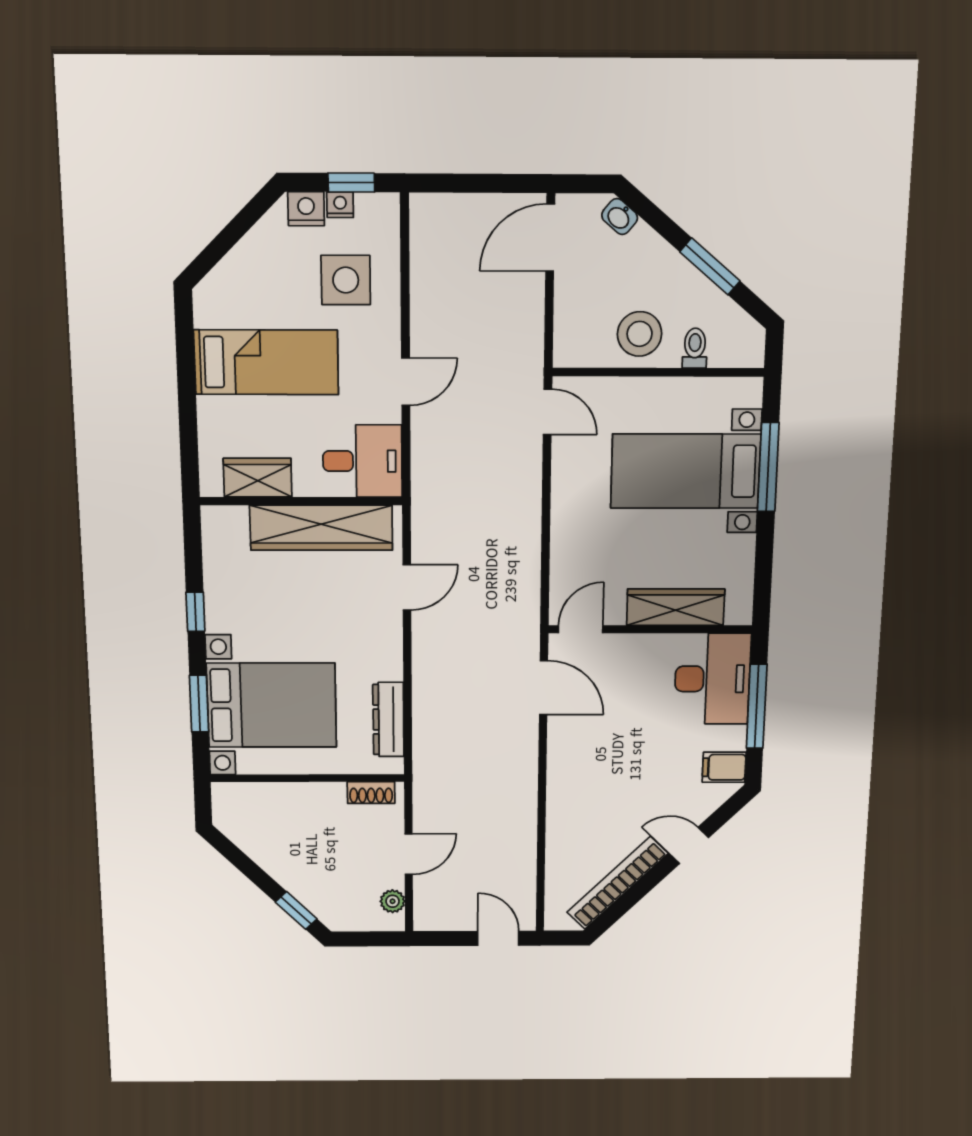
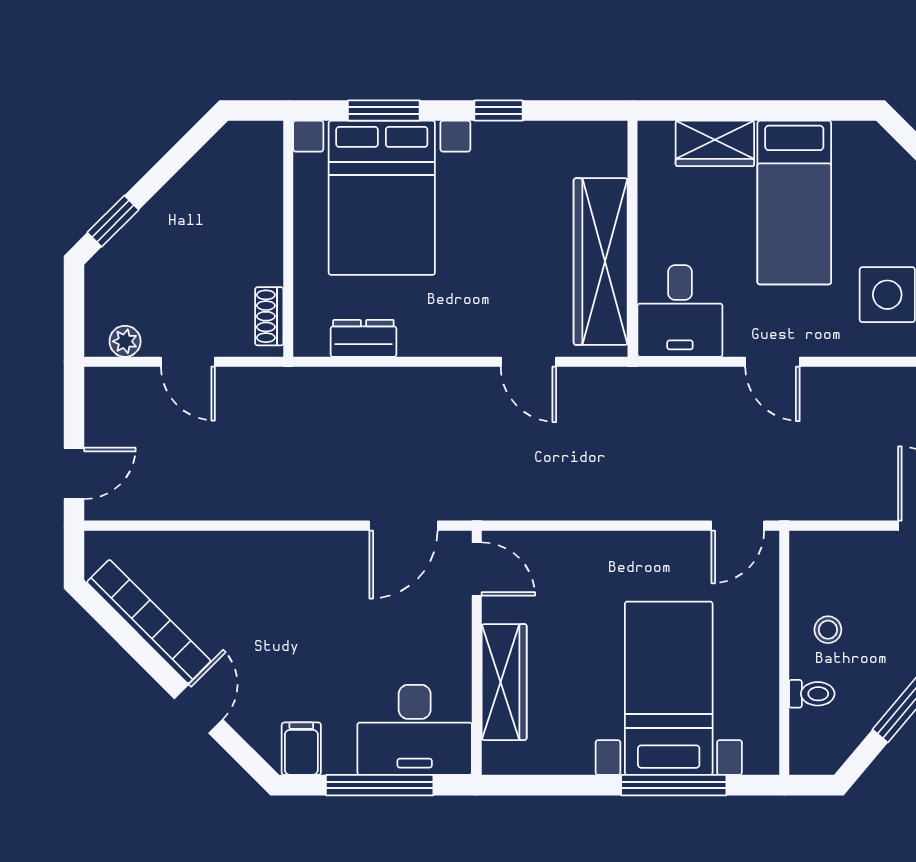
stool: (640, 334) -> (828, 630), width x0.53, depth x0.53
wardrobe: (258, 478) -> (715, 143), moved, turned 90
dresser: (388, 720) -> (363, 338), width x0.70

